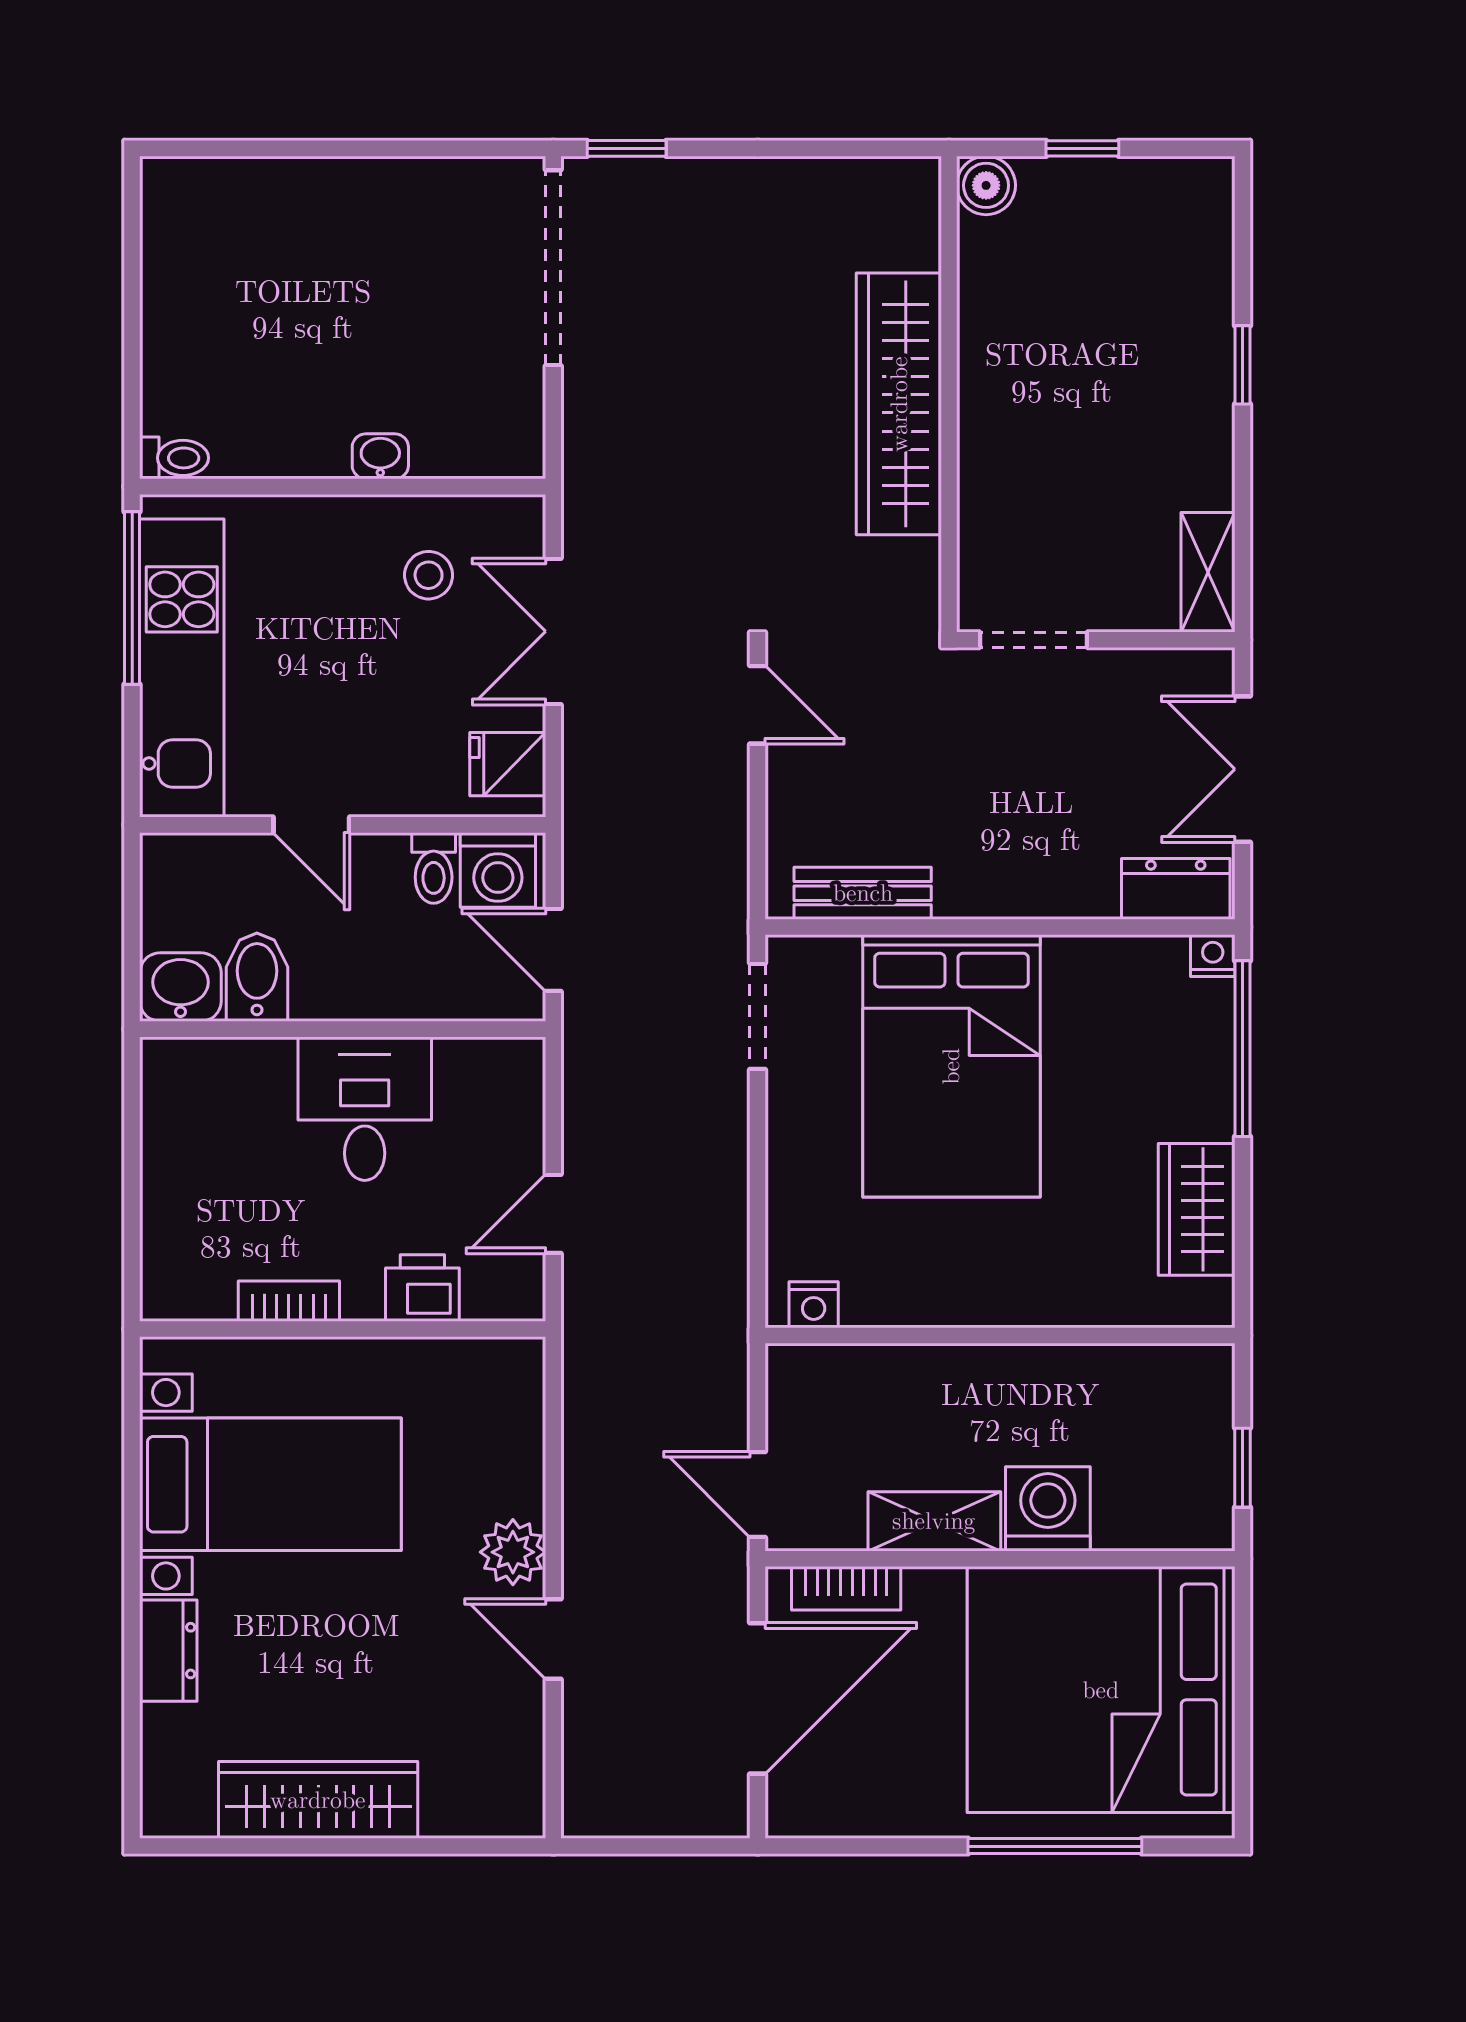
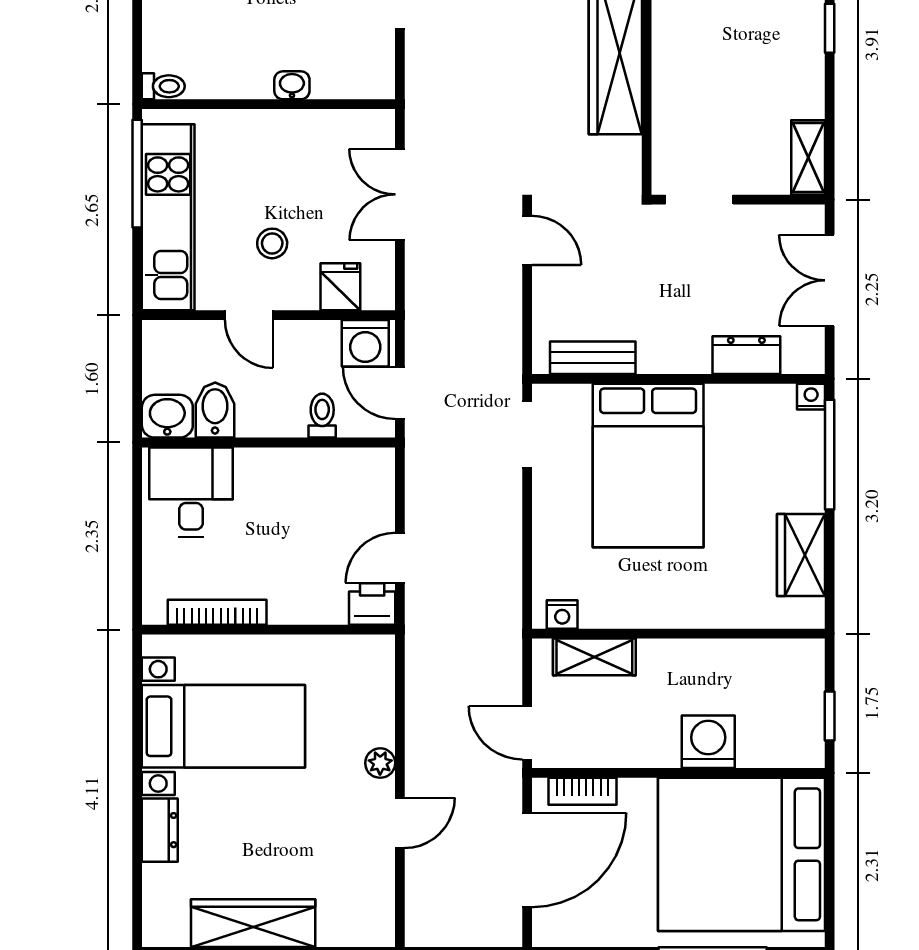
stool: (429, 575) -> (272, 243), moved
fridge: (508, 764) -> (340, 287), moved, turned 90
toilet: (434, 868) -> (322, 416), moved, turned 180
dresser: (1176, 889) -> (746, 355), moved
desk: (365, 1109) -> (191, 492), moved
printer: (422, 1288) -> (372, 604), moved
bookcase: (289, 1301) -> (217, 612), width x1.56
shelving: (934, 1521) -> (594, 657), moved
plant: (513, 1552) -> (380, 763), width x0.73, depth x0.73
door: (553, 1639) -> (400, 823), swing flipped

